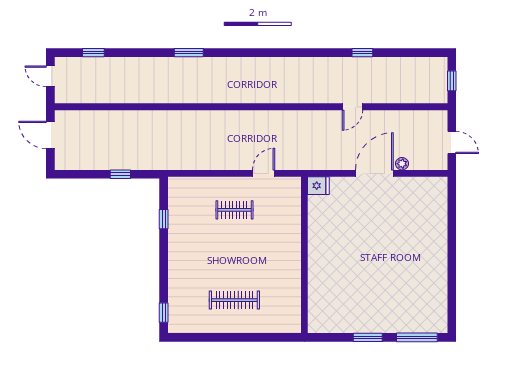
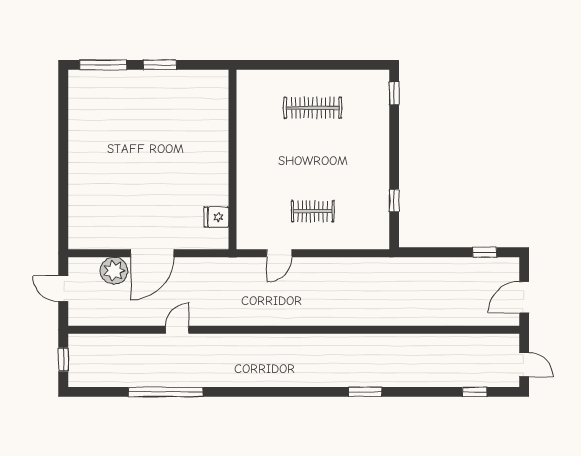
window: (362, 53) -> (166, 392), width x3.17
door: (50, 135) -> (524, 297), swing flipped
plant: (402, 164) -> (114, 271), width x1.88, depth x1.88
window: (120, 174) -> (485, 252), moved
fridge: (318, 186) -> (216, 217), moved

